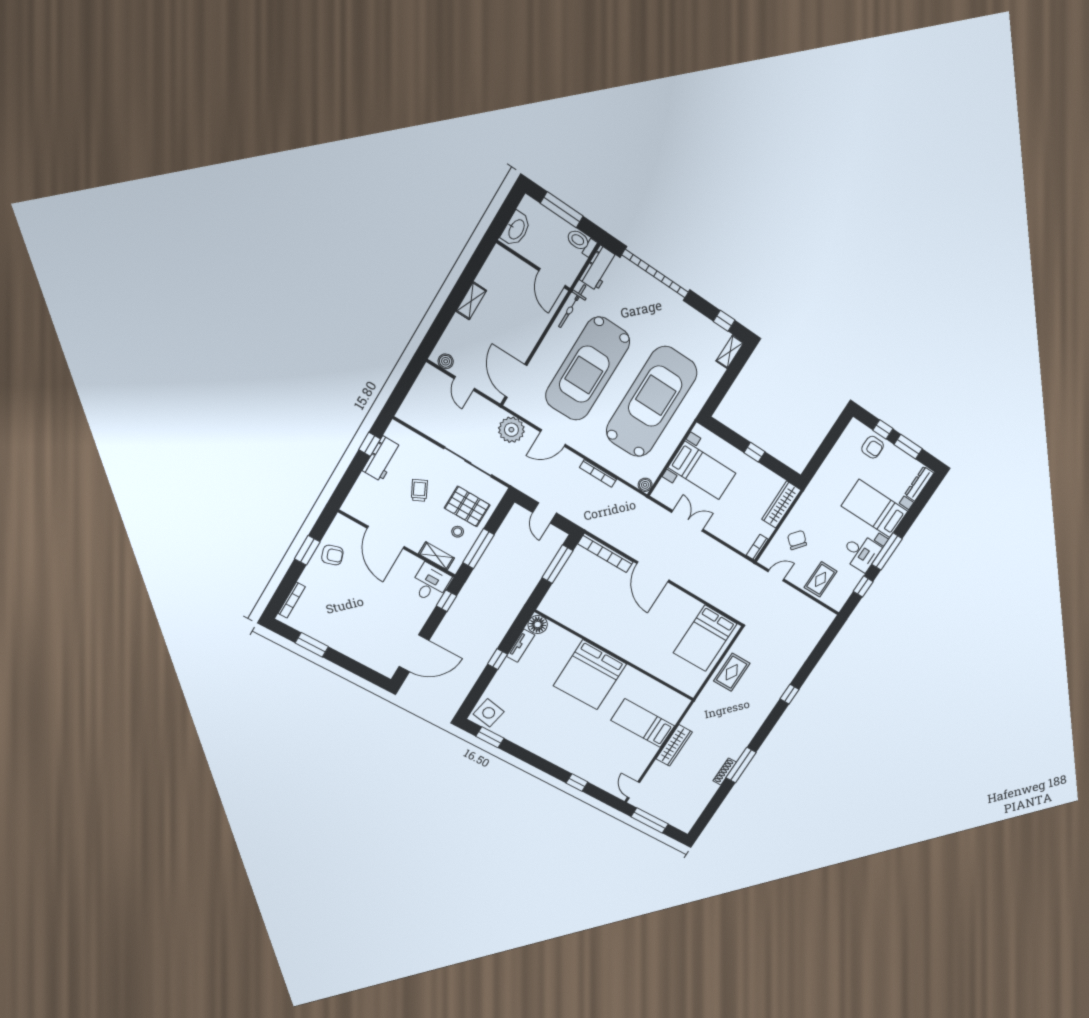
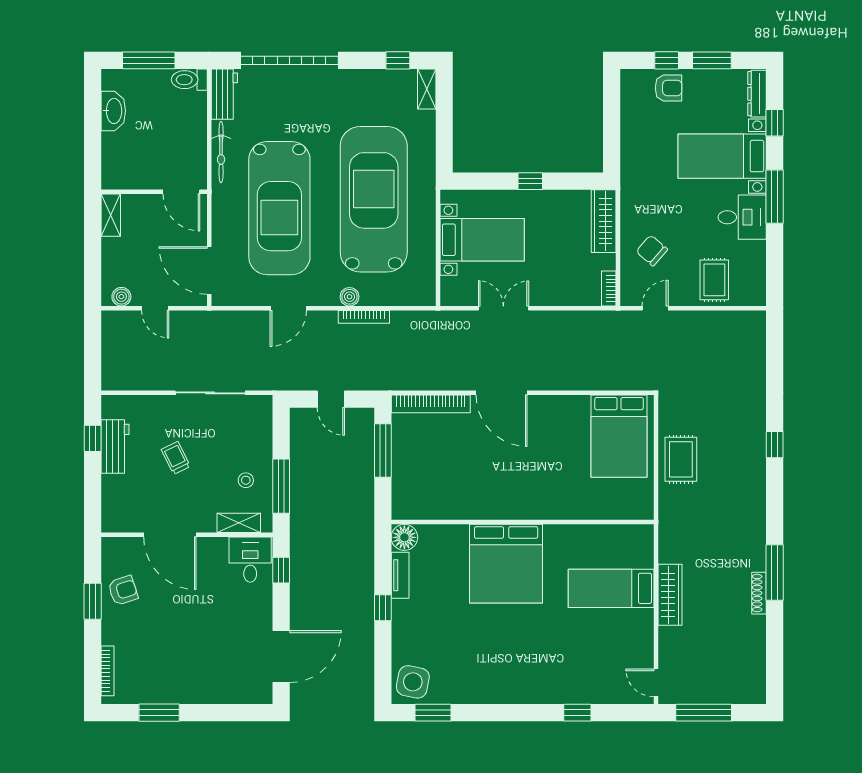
wall: (533, 266) -> (154, 192), moved
door: (552, 278) -> (181, 192), moved
plant: (511, 430) -> (237, 327), removed
boiler: (645, 485) -> (350, 297), moved
pallet: (467, 506) -> (239, 444), removed
window: (863, 586) -> (775, 123), moved

